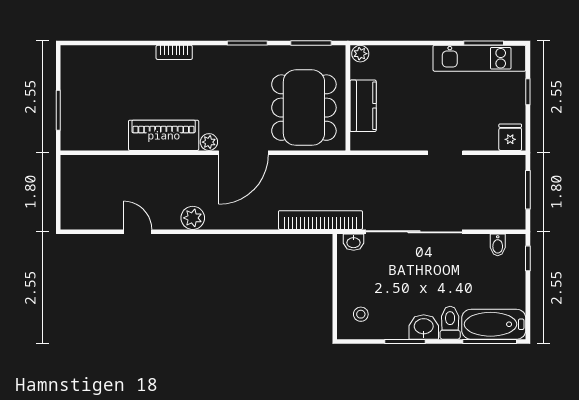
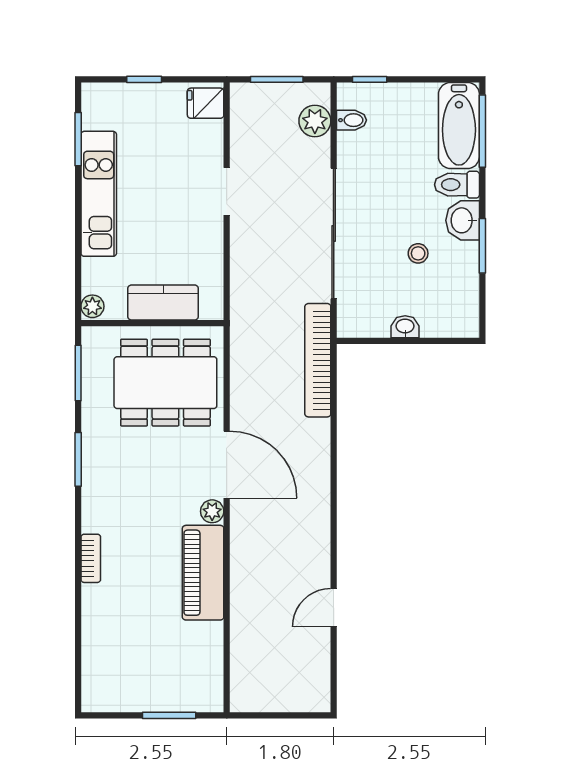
kitchen unit: (479, 58) -> (99, 194), moved
plant: (193, 218) -> (315, 121), moved
washbasin: (354, 242) -> (405, 327), moved, turned -90
stool: (361, 314) -> (418, 253), moved

